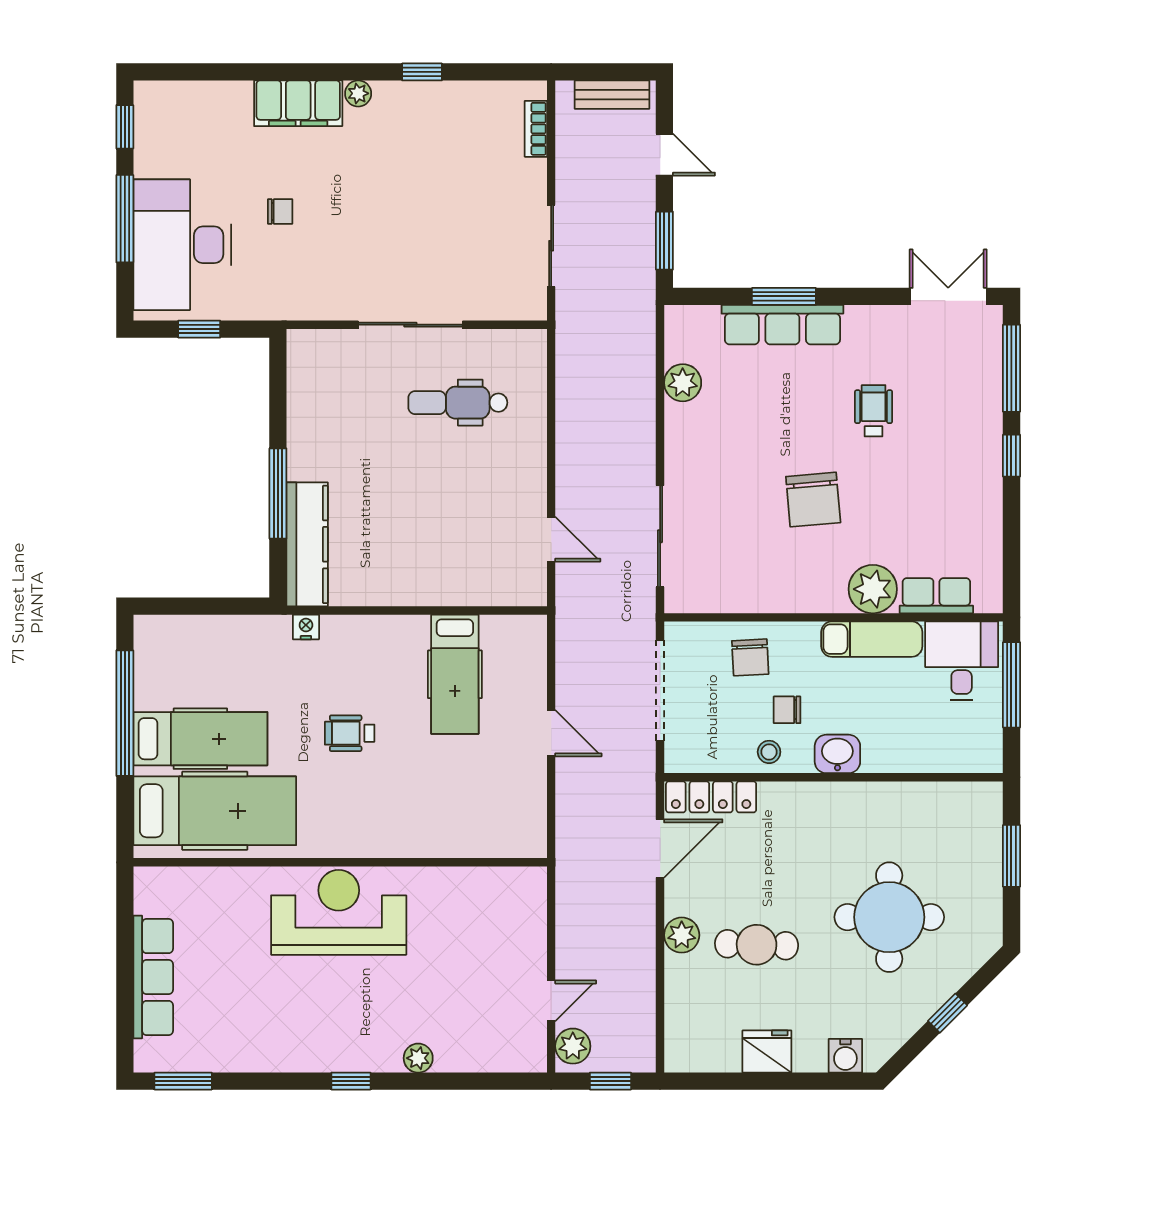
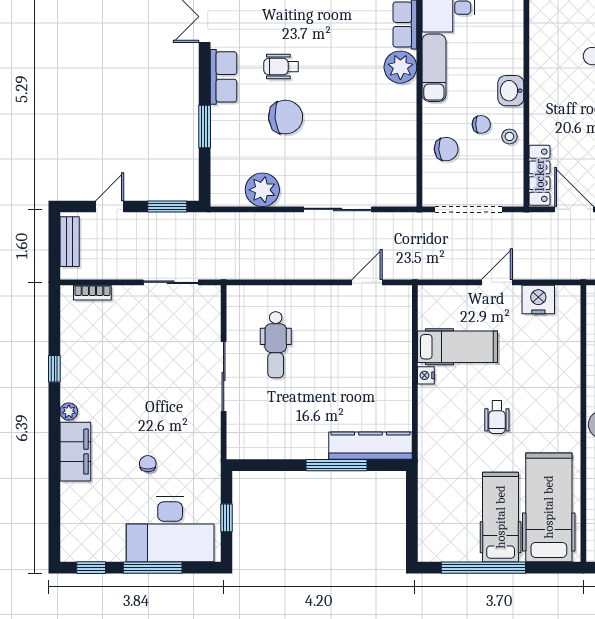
row of seats: (782, 325) -> (223, 77), moved, width x0.68
plant: (683, 383) -> (262, 190), width x1.36, depth x1.36
chair: (813, 500) -> (286, 117), moved
sliding door: (660, 536) -> (338, 209), moved
nightstand: (306, 627) -> (426, 375), moved
chair: (787, 710) -> (481, 124), turned -91
nightstand: (525, 795) -> (538, 299), added

